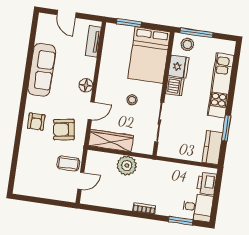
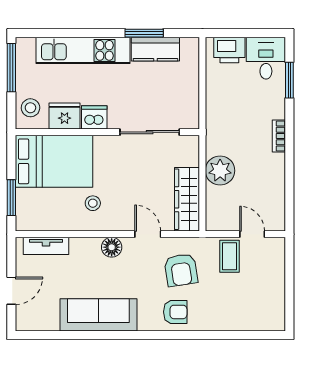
window: (197, 33) -> (11, 68), moved
stool: (132, 100) -> (93, 203), moved
kitchen counter: (212, 147) -> (155, 49), moved

